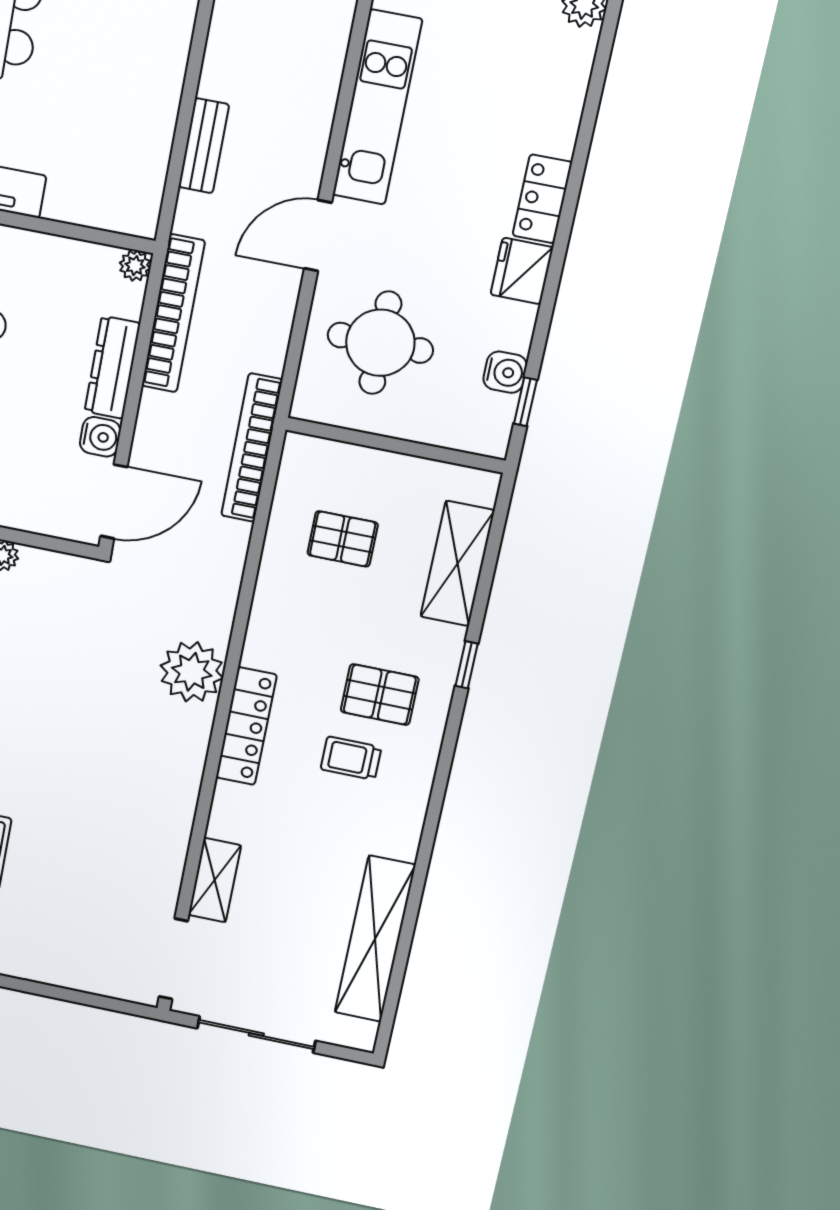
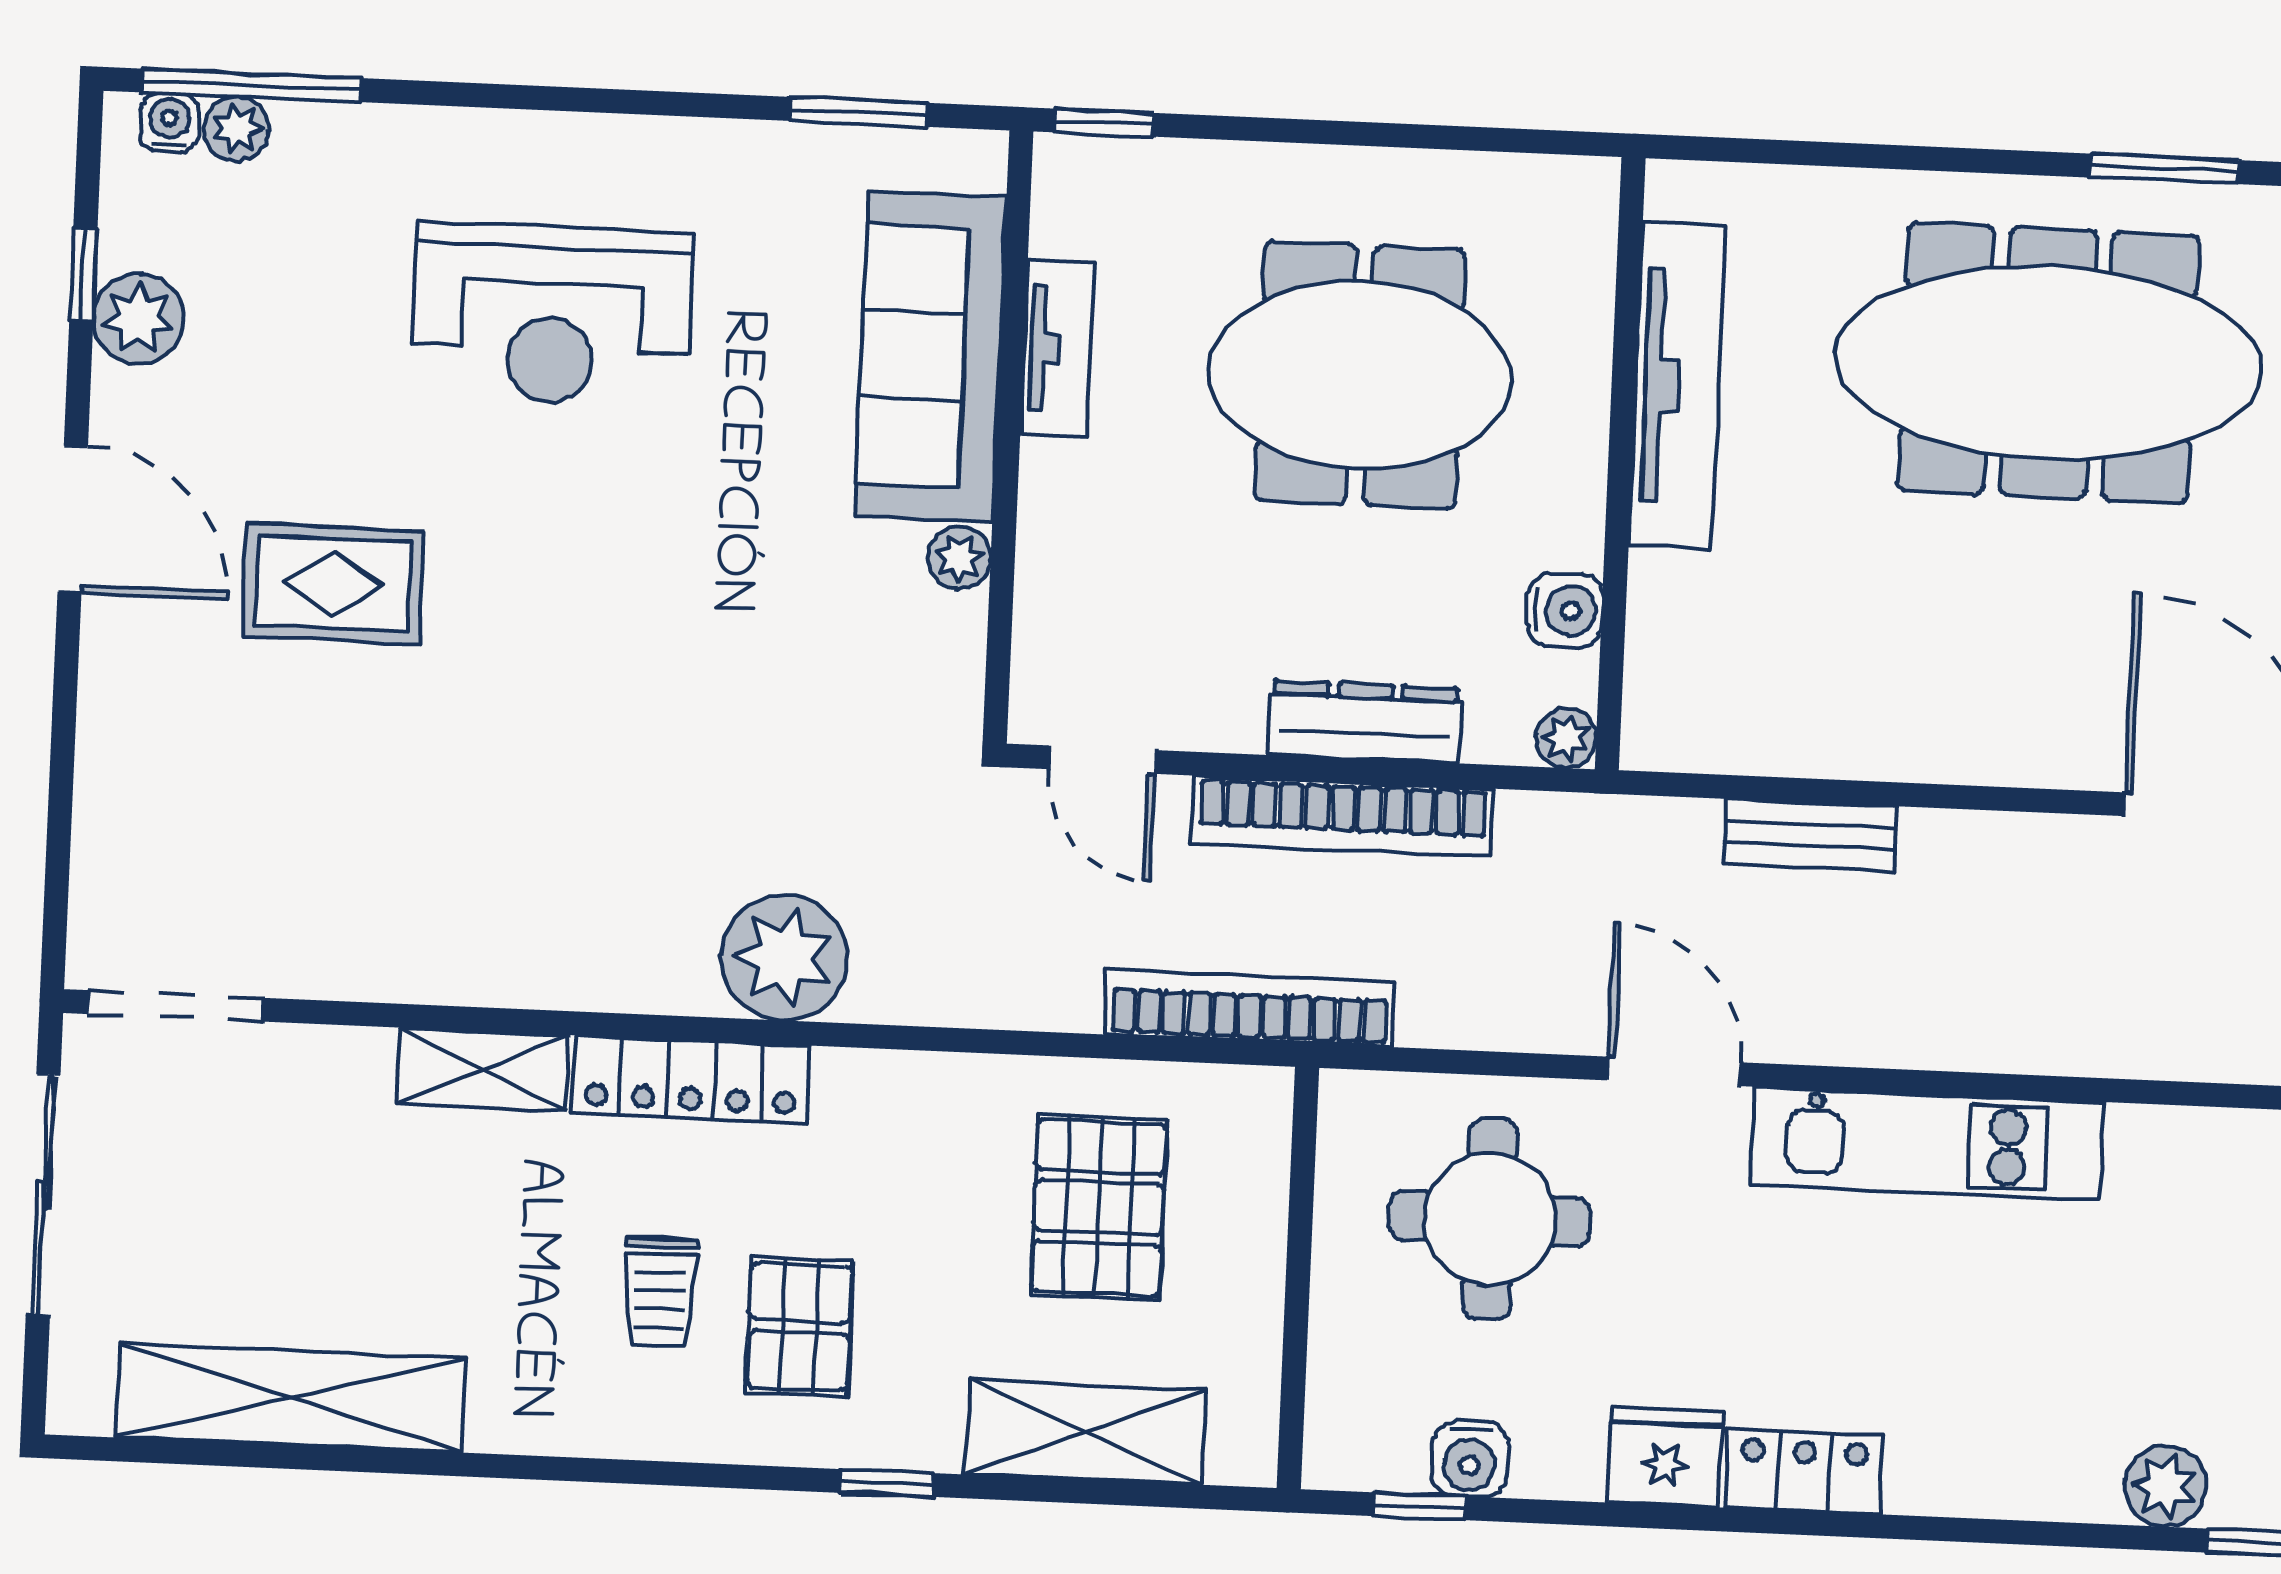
bookcase: (173, 313) -> (1343, 816), moved
water cooler: (100, 437) -> (1565, 610), moved, turned -90
door: (114, 502) -> (1102, 760), width x0.73
pallet: (343, 539) -> (1099, 1207), width x1.50, depth x1.42
trolley: (351, 758) -> (660, 1292), turned 180
shelving: (215, 880) -> (483, 1069), moved

